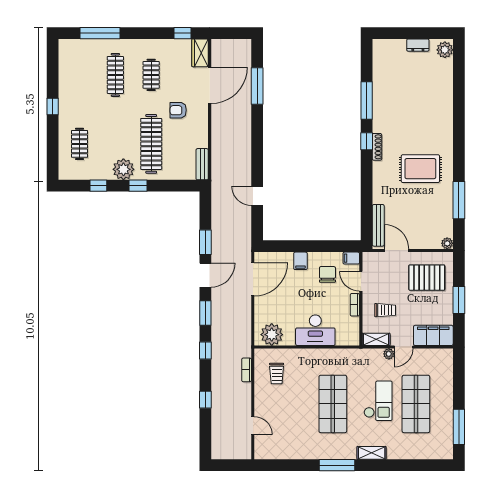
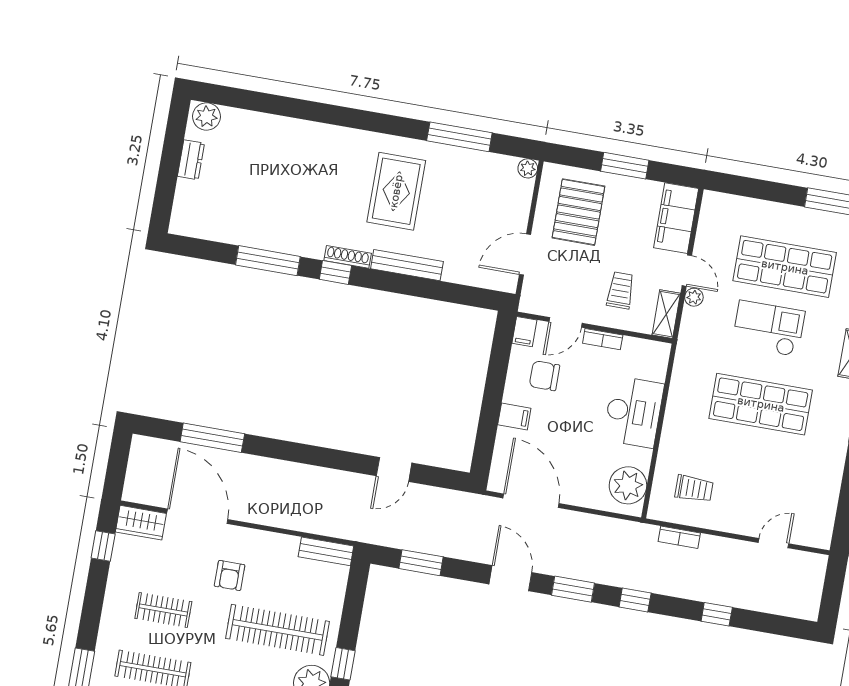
bench: (378, 225) -> (407, 265), moved
window: (205, 242) -> (421, 563), moved

